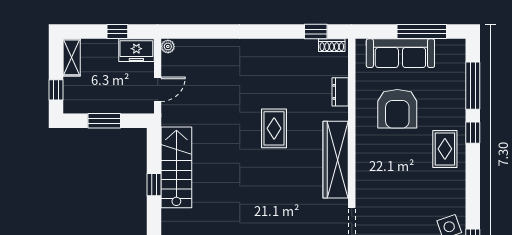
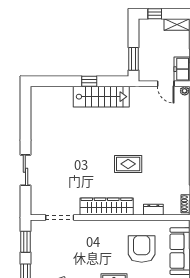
door: (158, 89) -> (166, 84), moved
armchair: (397, 109) -> (142, 249), turned 90
window: (104, 121) -> (133, 59), moved

